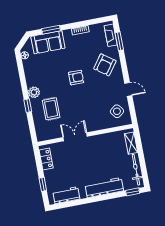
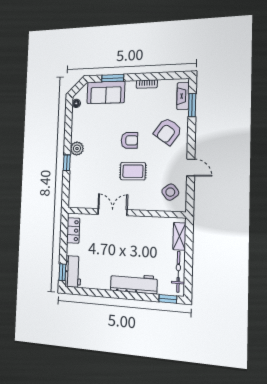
rug: (51, 109) -> (133, 171), moved, turned 90
window: (43, 184) -> (62, 272), moved
workbench: (66, 195) -> (73, 272), moved, turned 90

